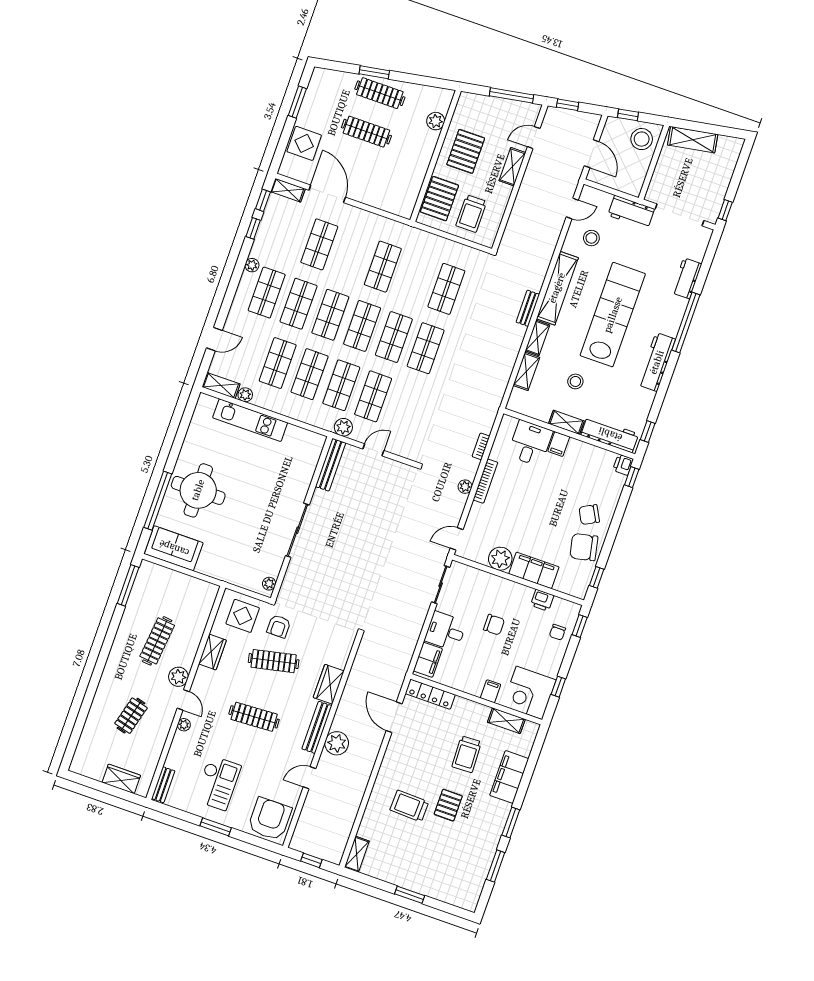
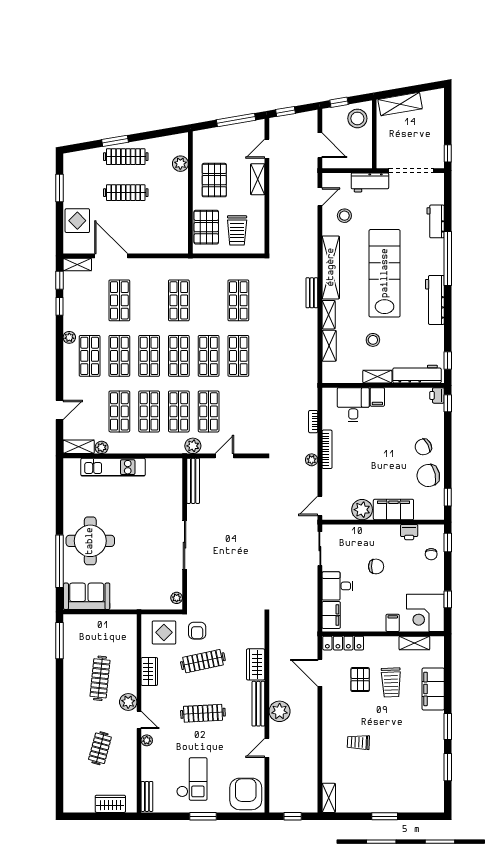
pallet: (448, 805) -> (360, 680), moved
trolley: (409, 806) -> (358, 742), width x0.73, depth x0.72

